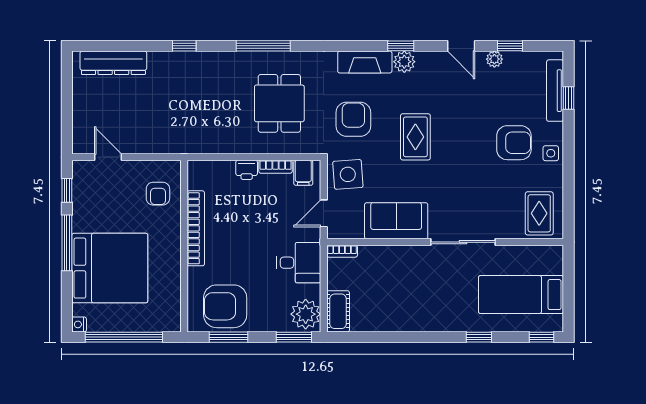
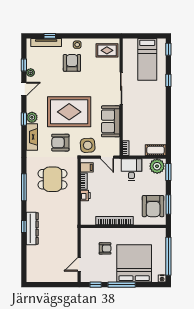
dresser: (113, 63) -> (32, 228), moved
rug: (415, 137) -> (69, 112), width x1.86, depth x2.06
armchair: (158, 194) -> (105, 248), moved

